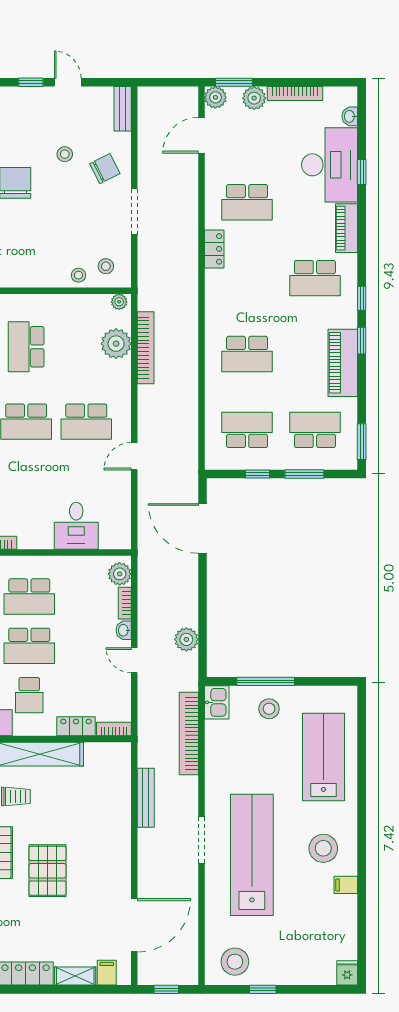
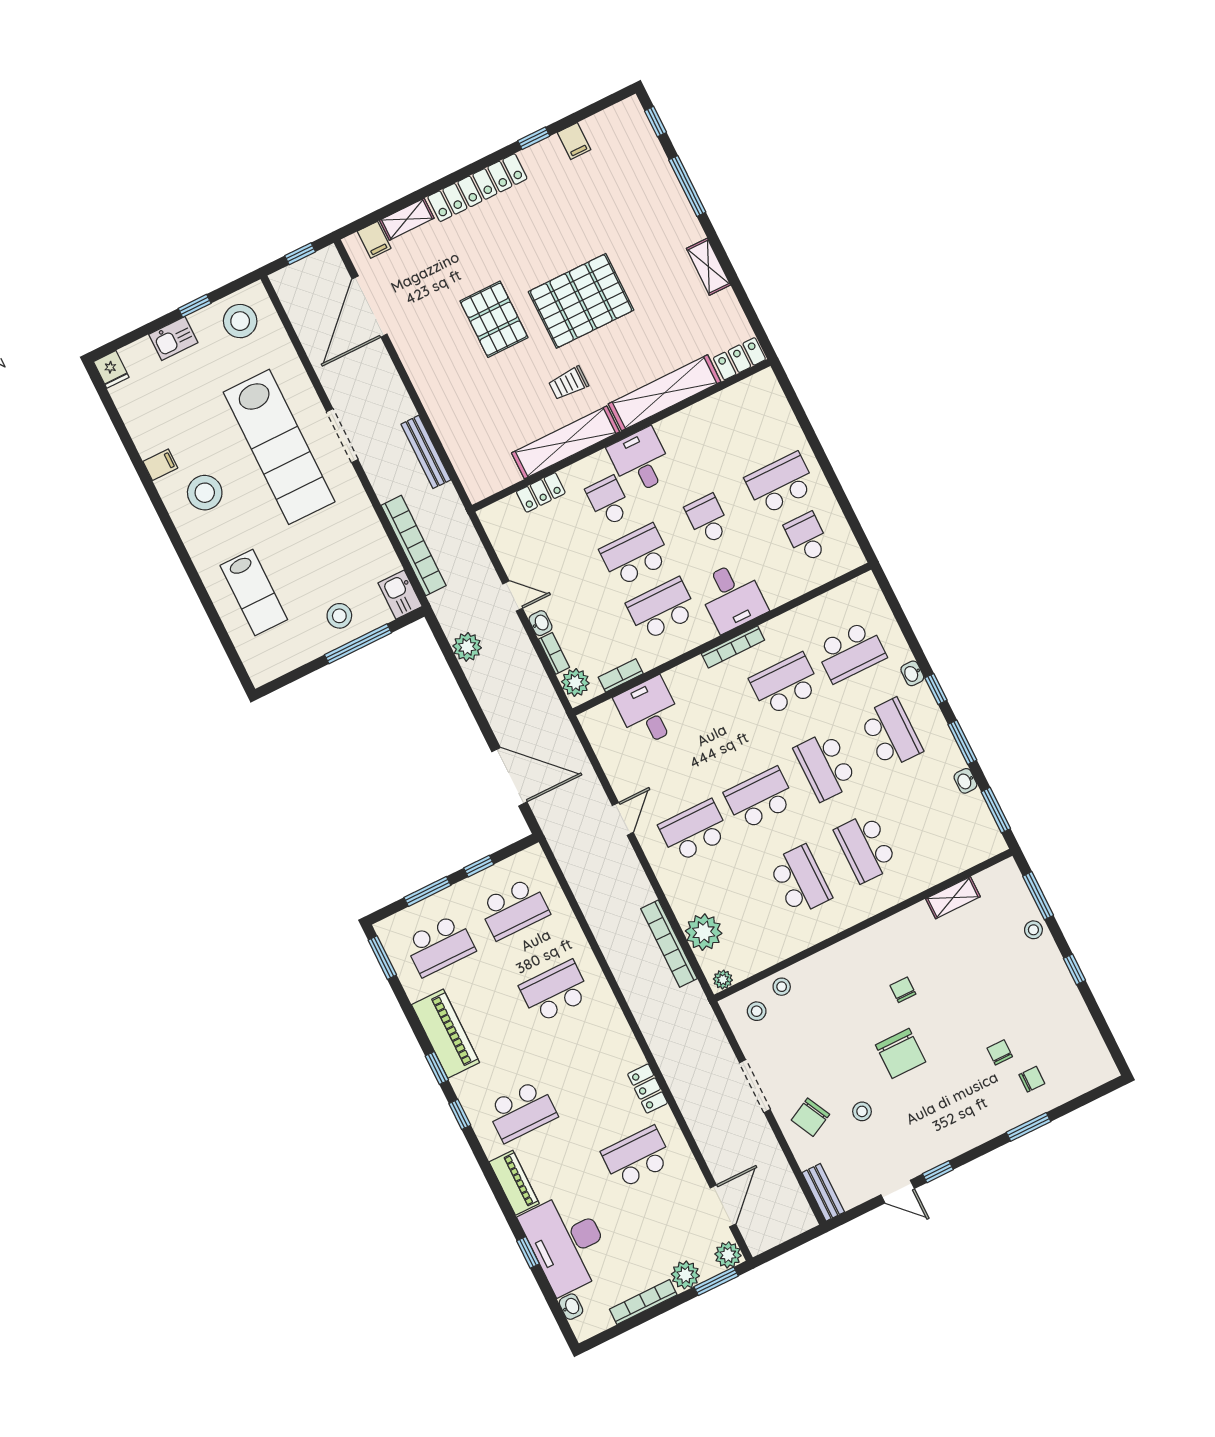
school desk: (315, 278) -> (522, 1111), turned 180
bookcase: (114, 729) -> (621, 675), moved, turned 180
lab bench: (323, 757) -> (254, 593), width x0.73, depth x0.72
kitchen sink: (290, 973) -> (173, 339), added

